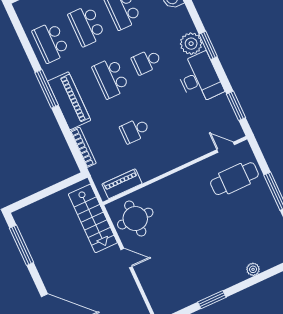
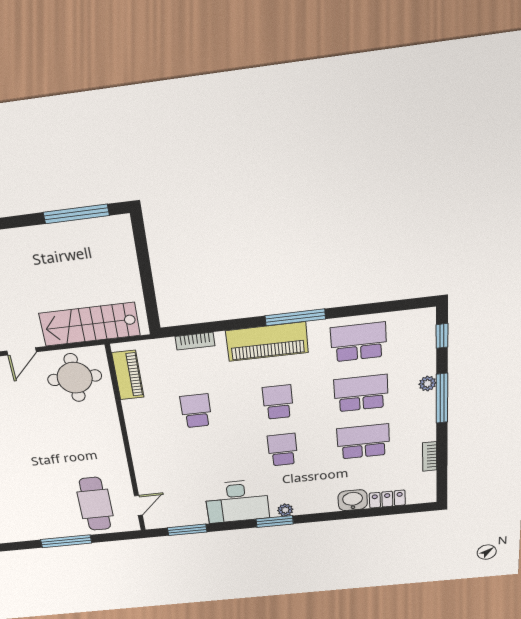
plant: (191, 44) -> (285, 510), width x0.53, depth x0.53
school desk: (111, 78) -> (278, 402), width x0.54
bookcase: (83, 147) -> (195, 341), width x0.64

